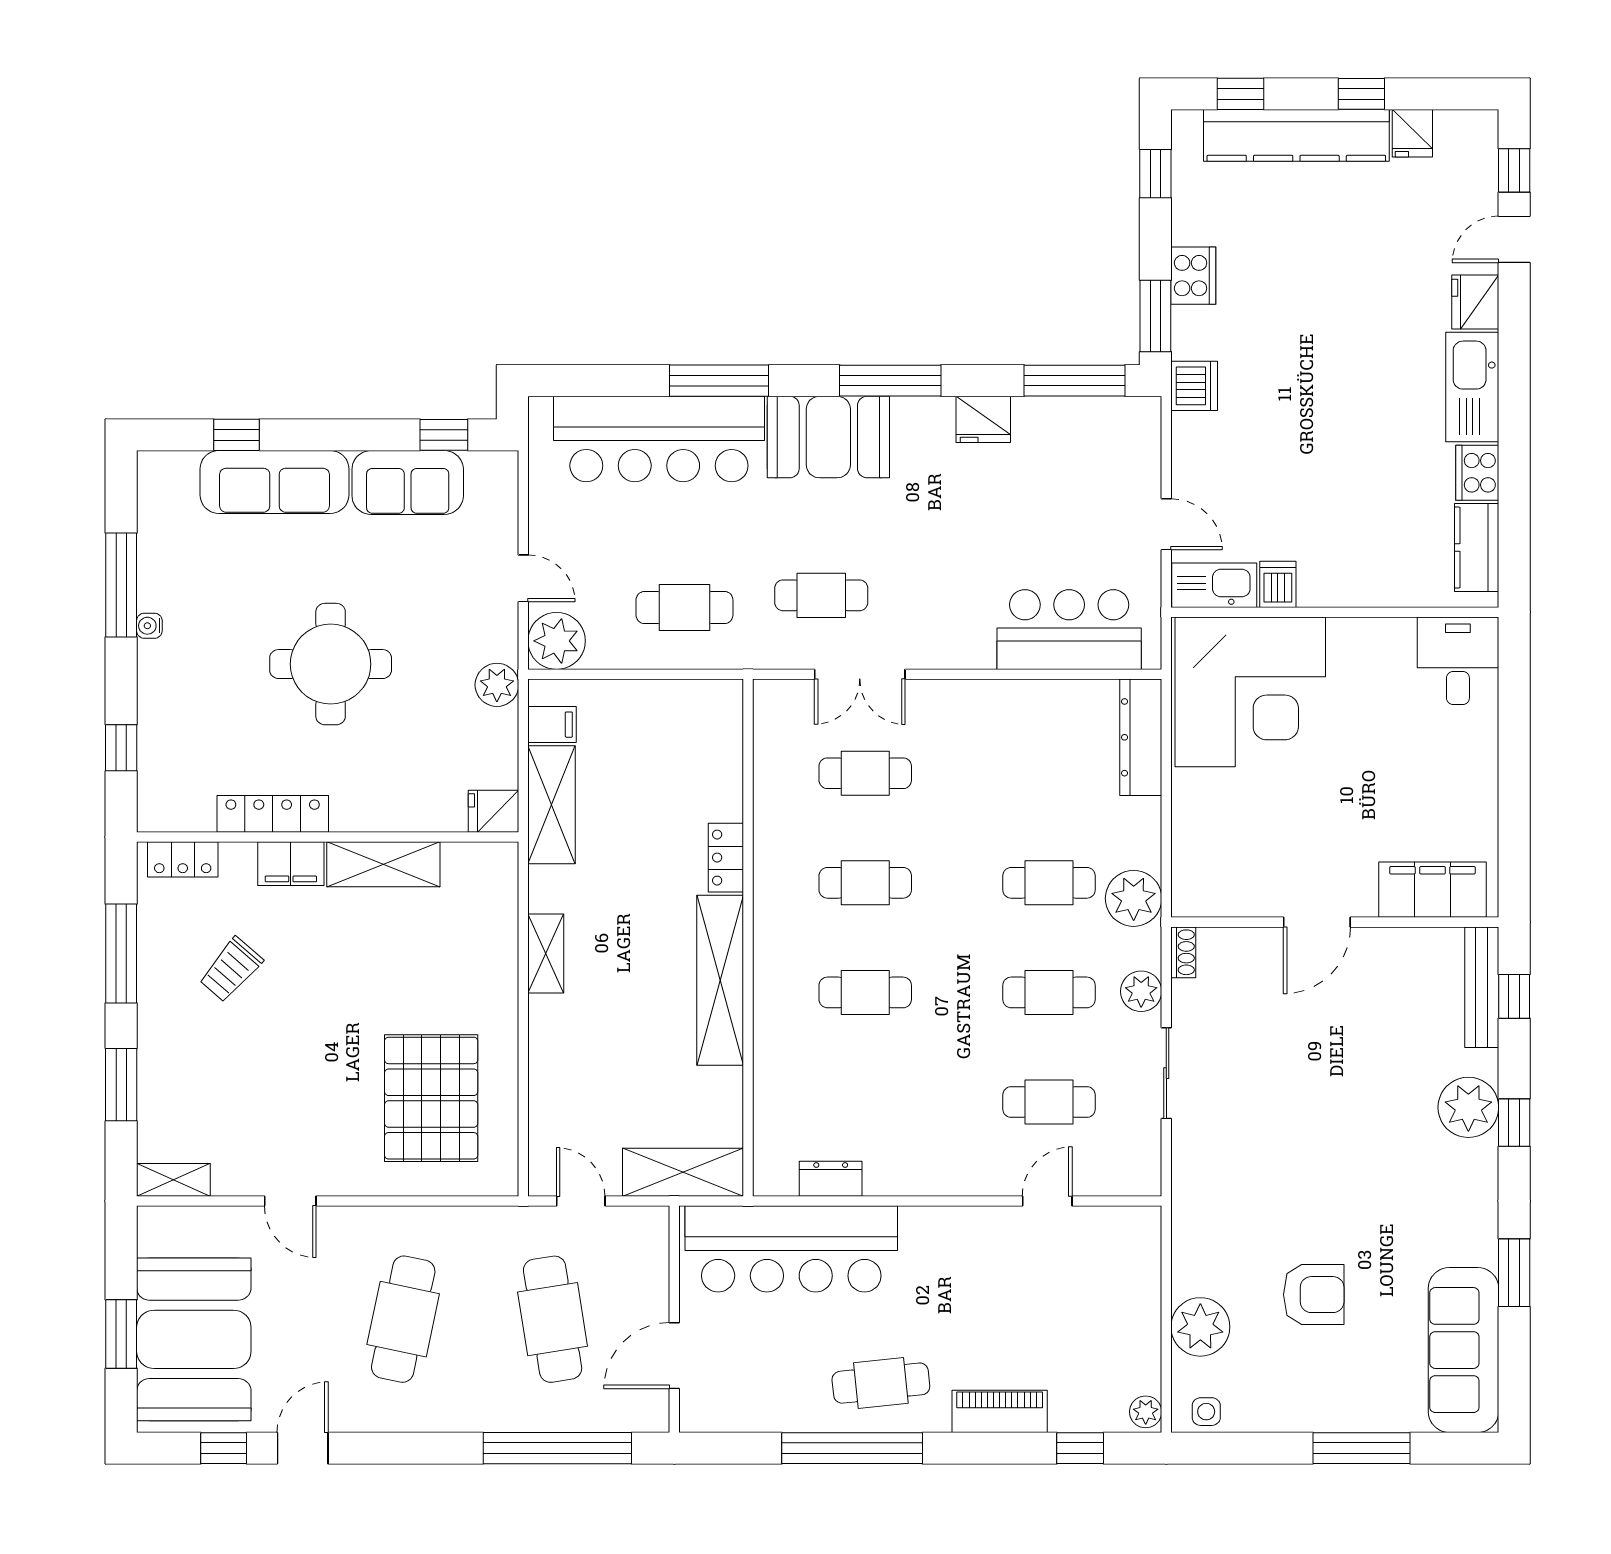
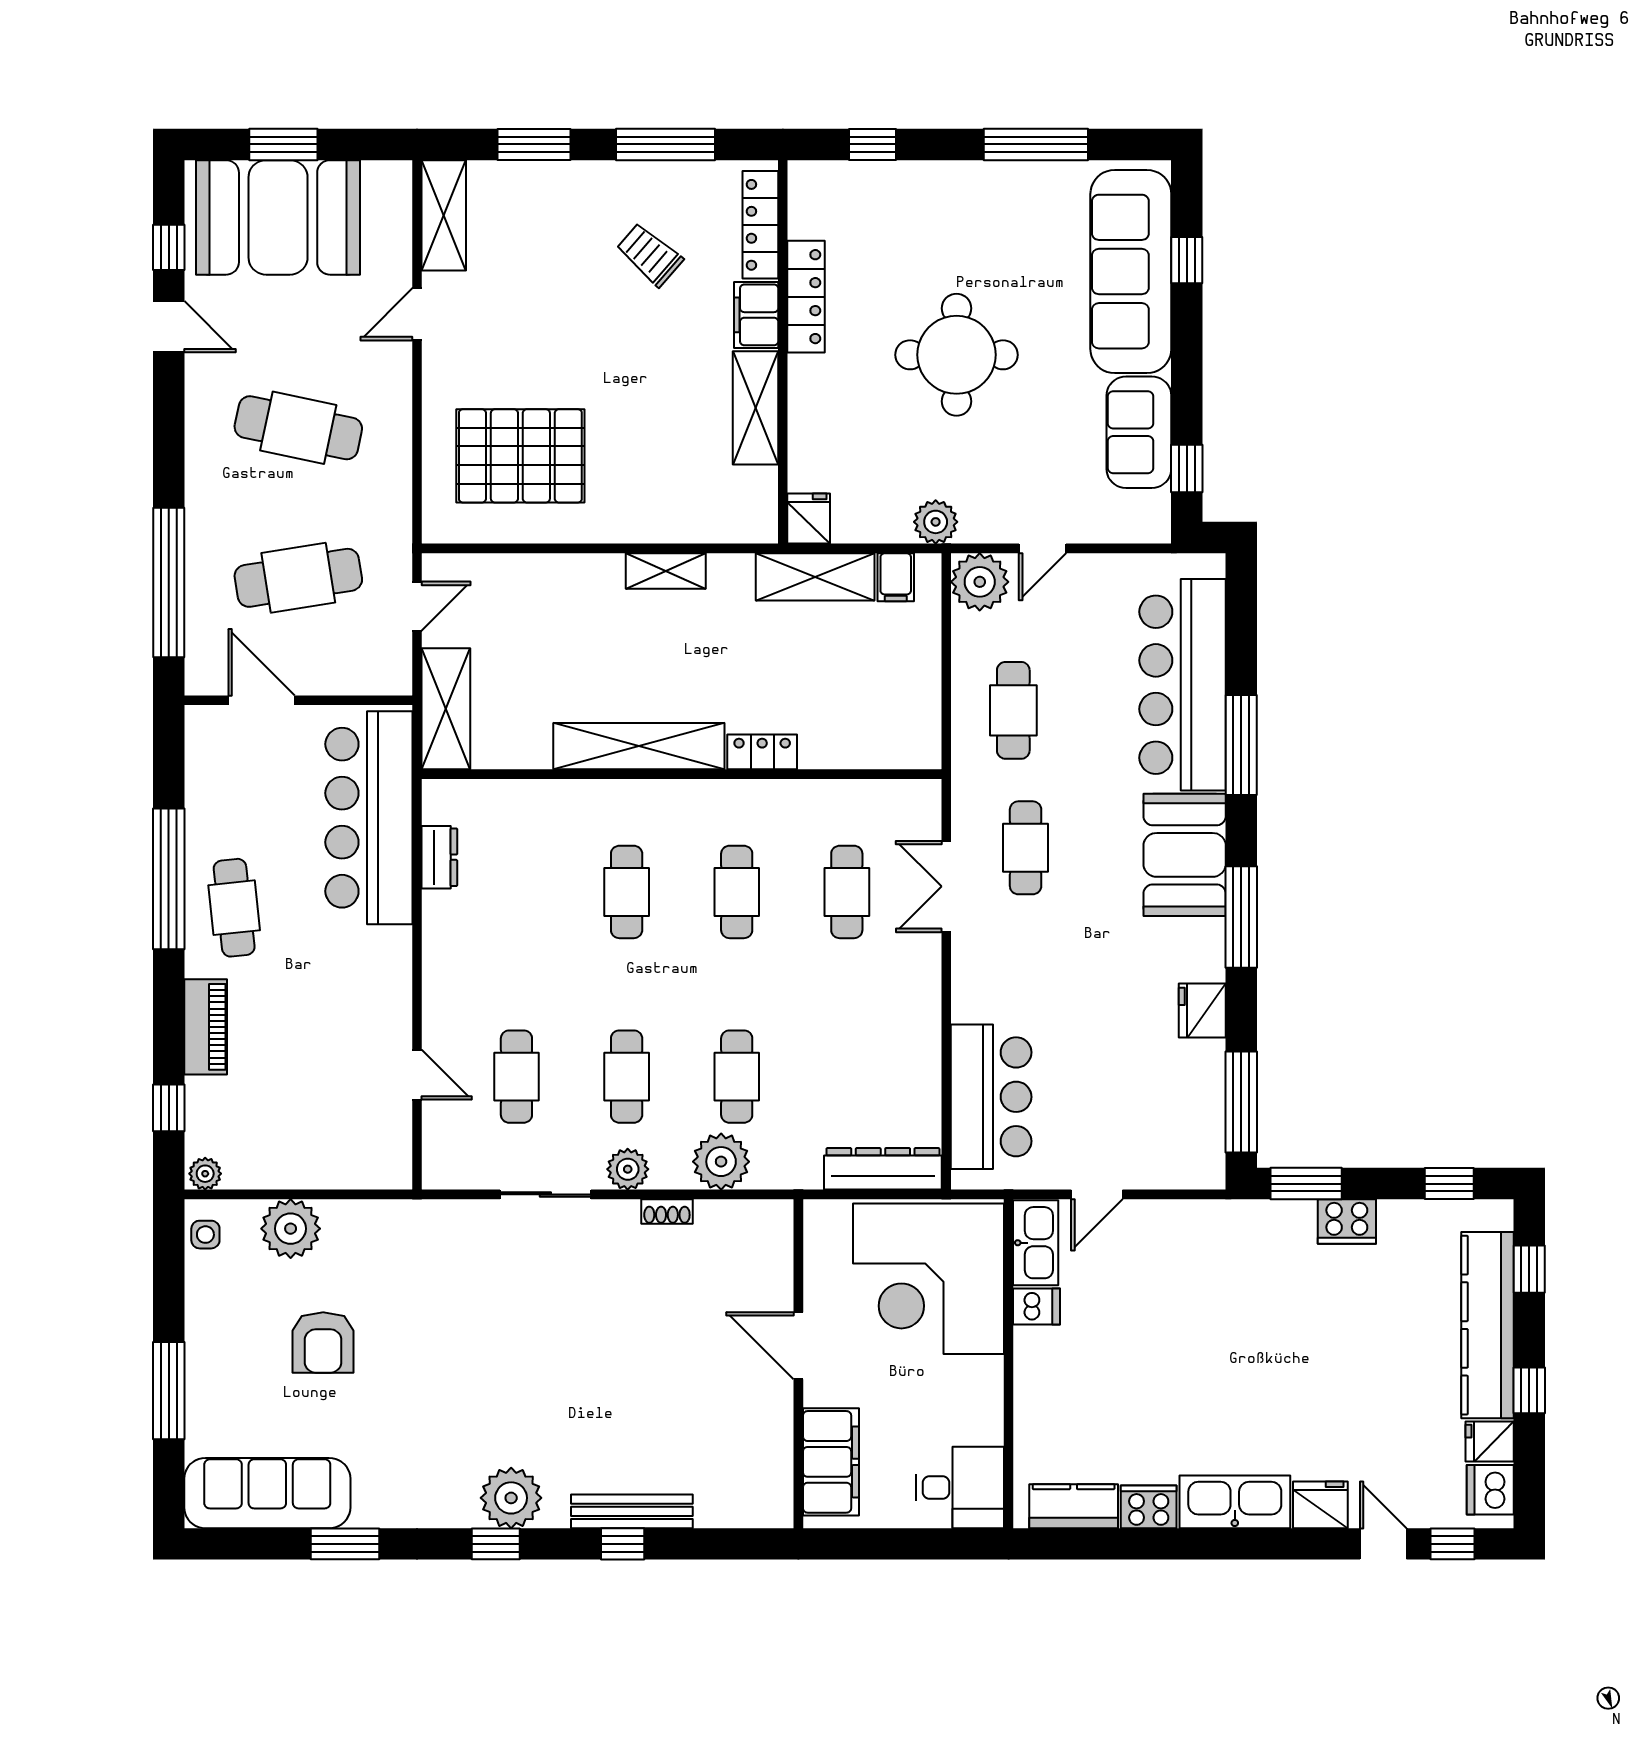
dishwasher: (1194, 386) -> (1490, 1490), moved, turned 90
sofa: (274, 482) -> (1131, 272), width x1.36, depth x1.27
water cooler: (149, 626) -> (995, 173), removed
locker: (183, 859) -> (760, 225), width x1.53
filing cabinet: (1432, 890) -> (831, 1462), moved
door: (1317, 922) -> (798, 1346), moved
wall: (1335, 922) -> (798, 1364), moved
shelving: (173, 1180) -> (444, 215), width x1.50, depth x1.33

